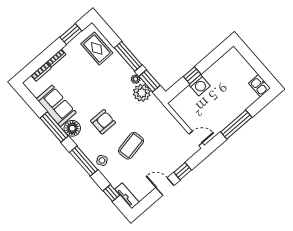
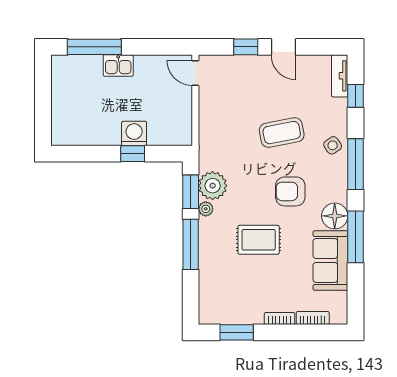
rug: (97, 48) -> (259, 240), moved, turned 90
kitchen sink: (259, 86) -> (118, 66), moved, turned 90
window: (236, 125) -> (94, 47), moved

